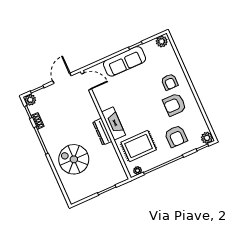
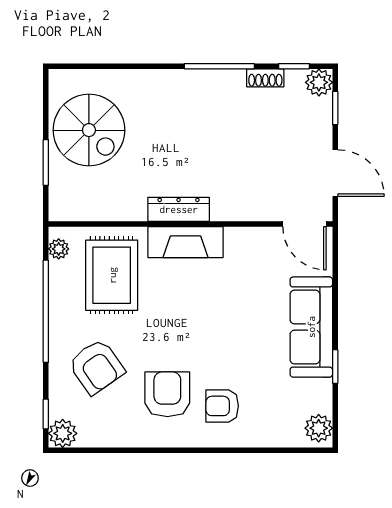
door: (87, 81) -> (304, 224), hinge flipped
armchair: (176, 136) -> (96, 367), turned -125
spiral stairs: (74, 159) -> (89, 130), moved, turned 90

